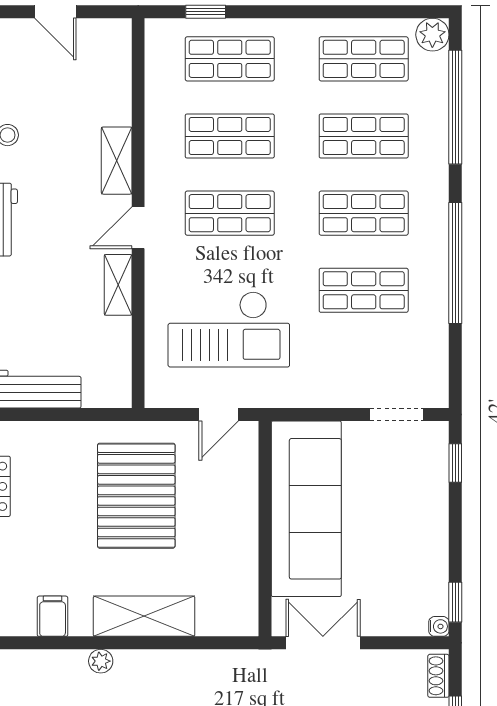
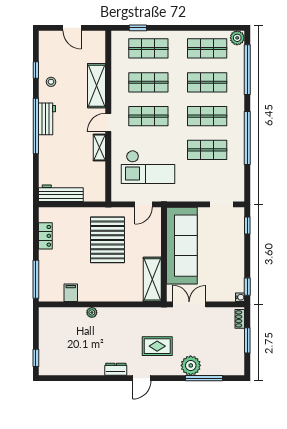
shelving: (117, 161) -> (97, 86), width x1.50, depth x1.33
shelving: (144, 616) -> (152, 279), moved, turned 90

